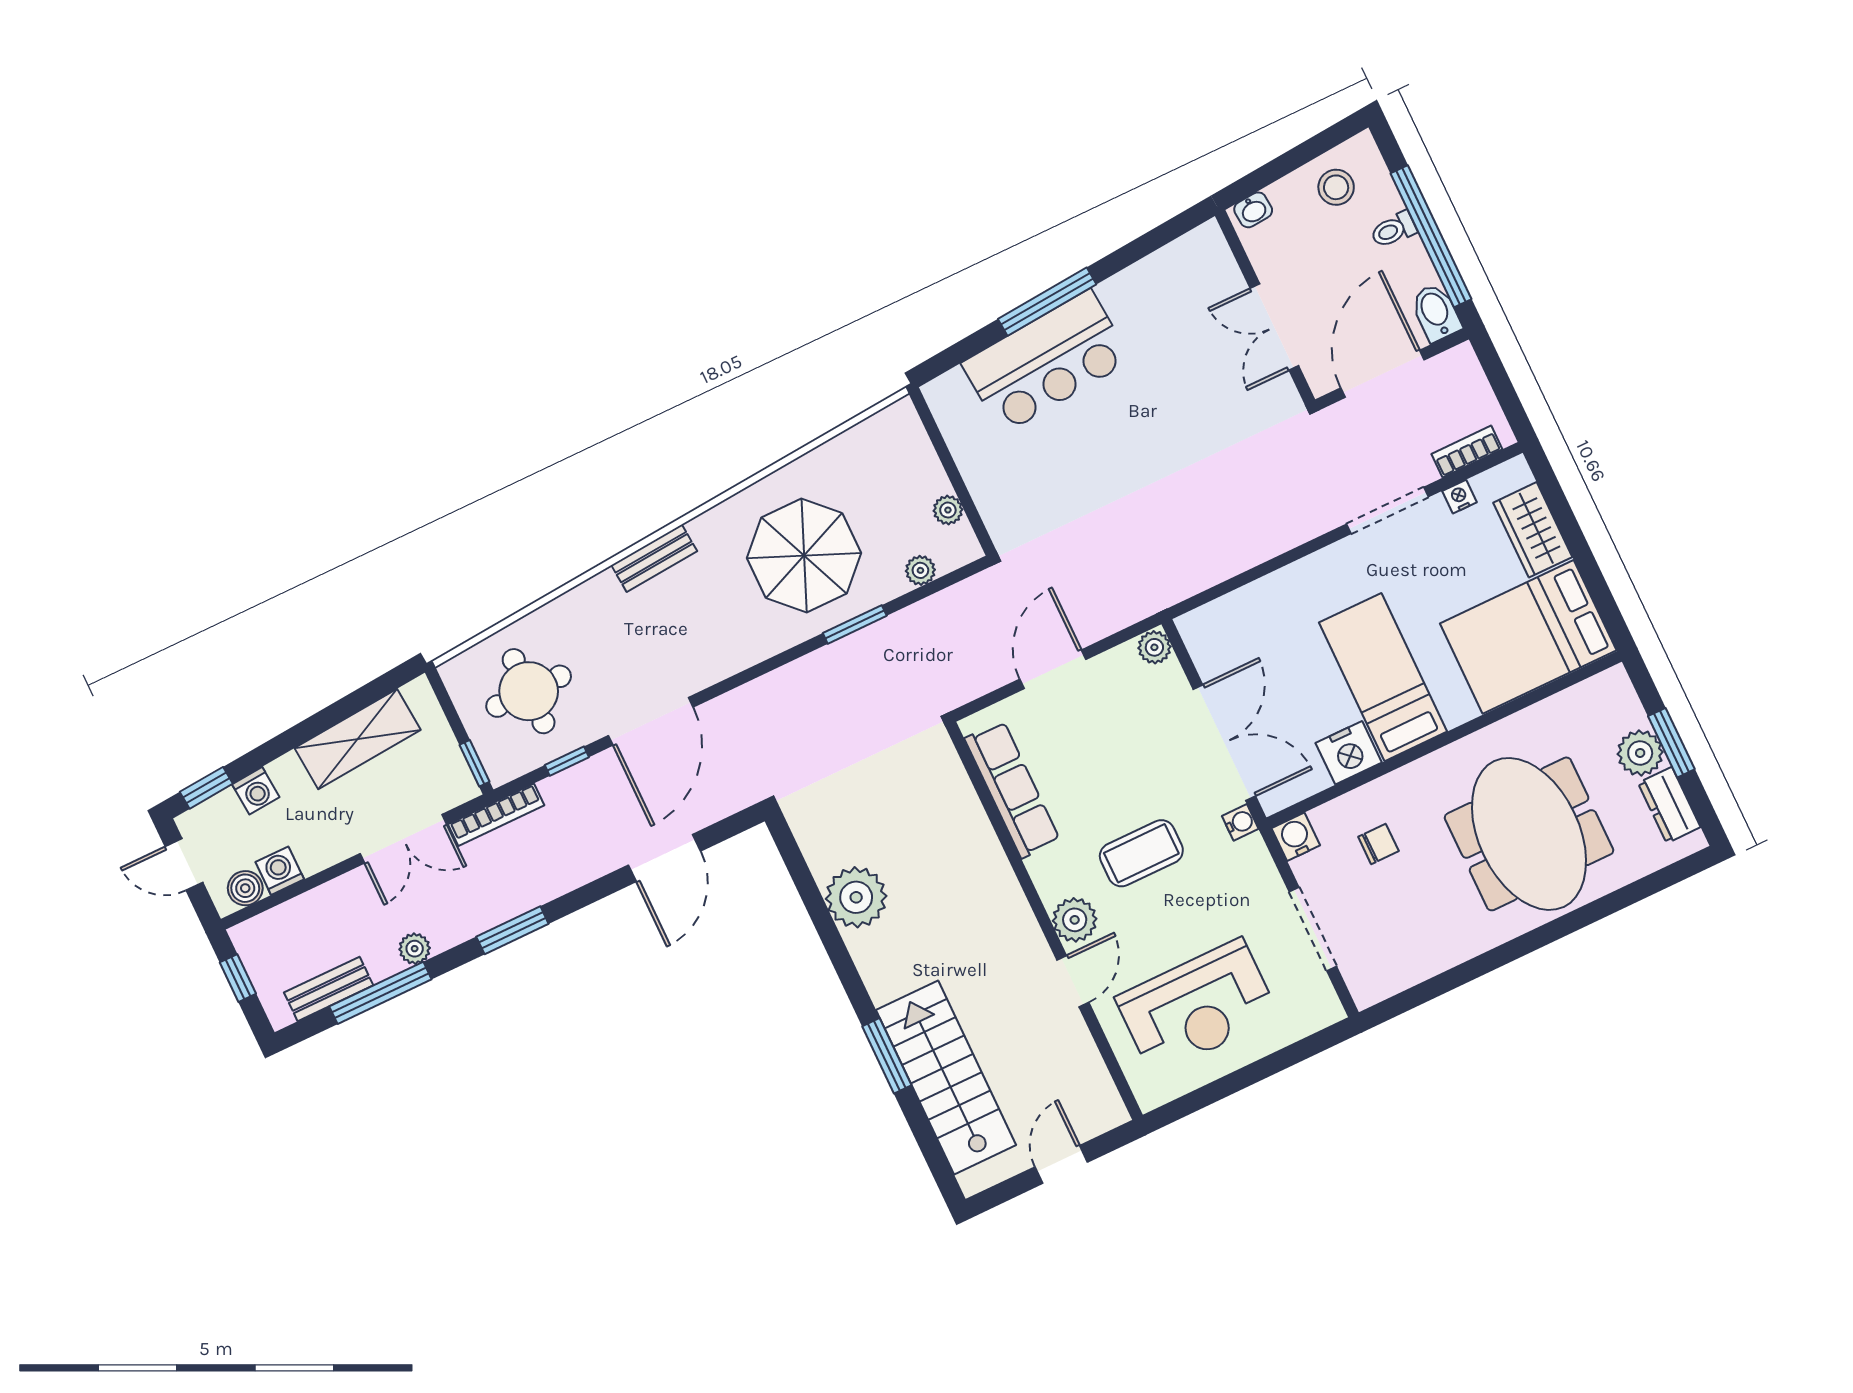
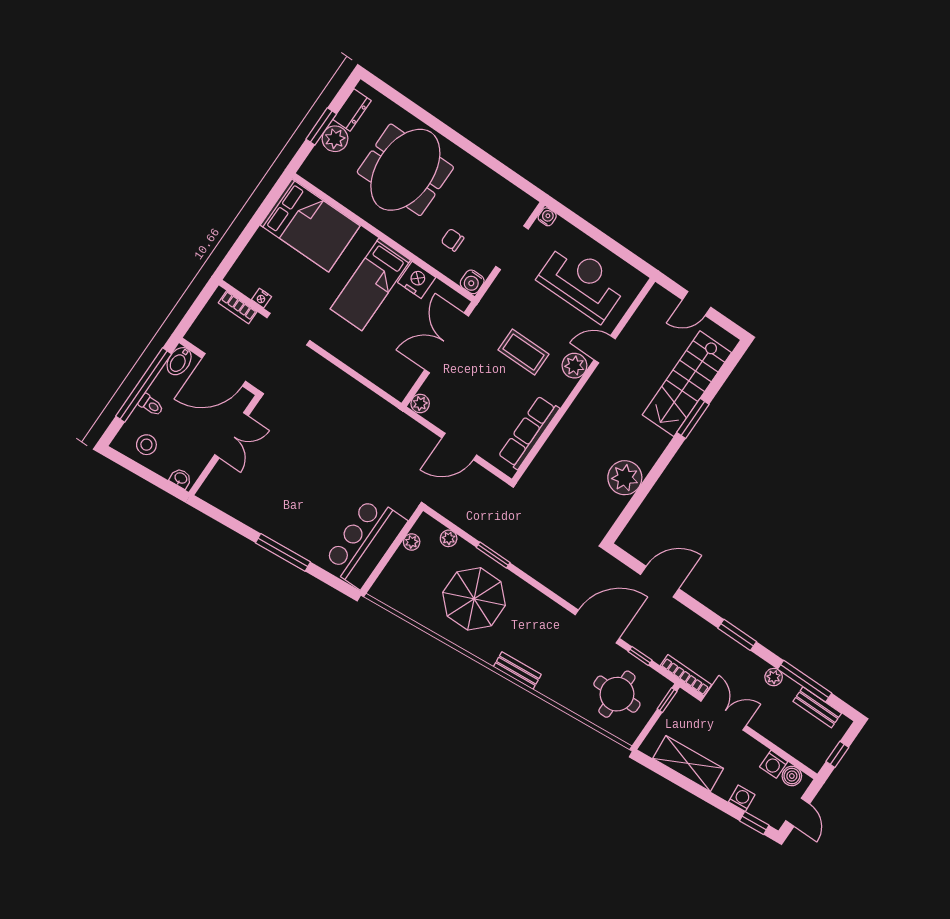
bar counter: (1047, 362) -> (365, 542), moved, turned -85
wardrobe: (1533, 530) -> (257, 253), removed
water cooler: (1240, 822) -> (547, 217), moved, turned 90

